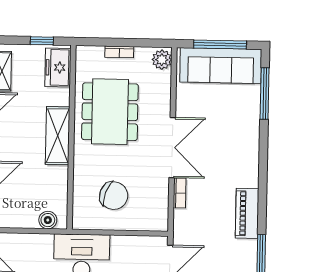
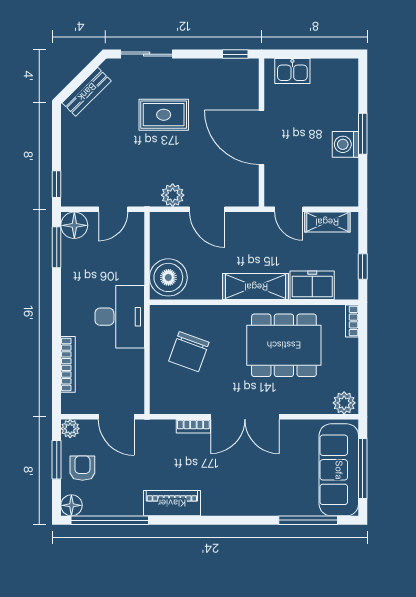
bookcase: (119, 52) -> (352, 321), moved
freezer: (58, 67) -> (312, 285), moved
boiler: (48, 220) -> (168, 277), width x1.86, depth x1.86

